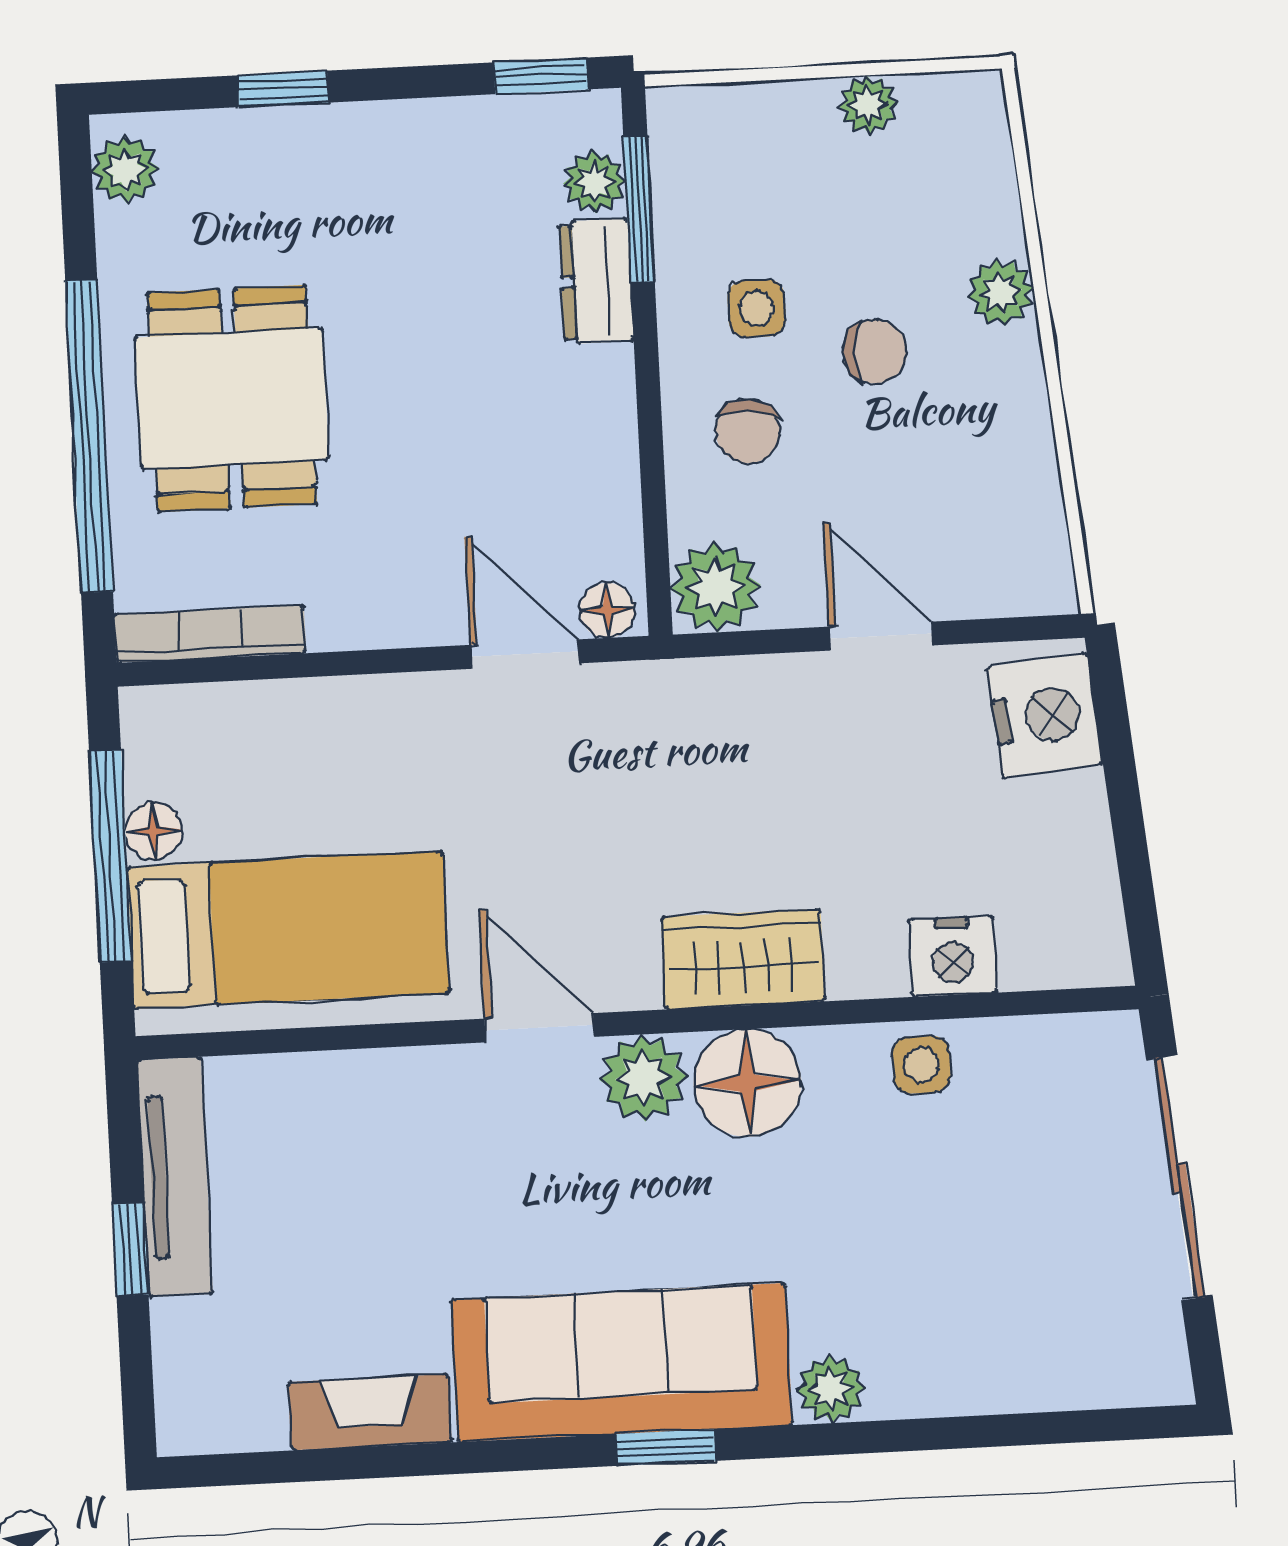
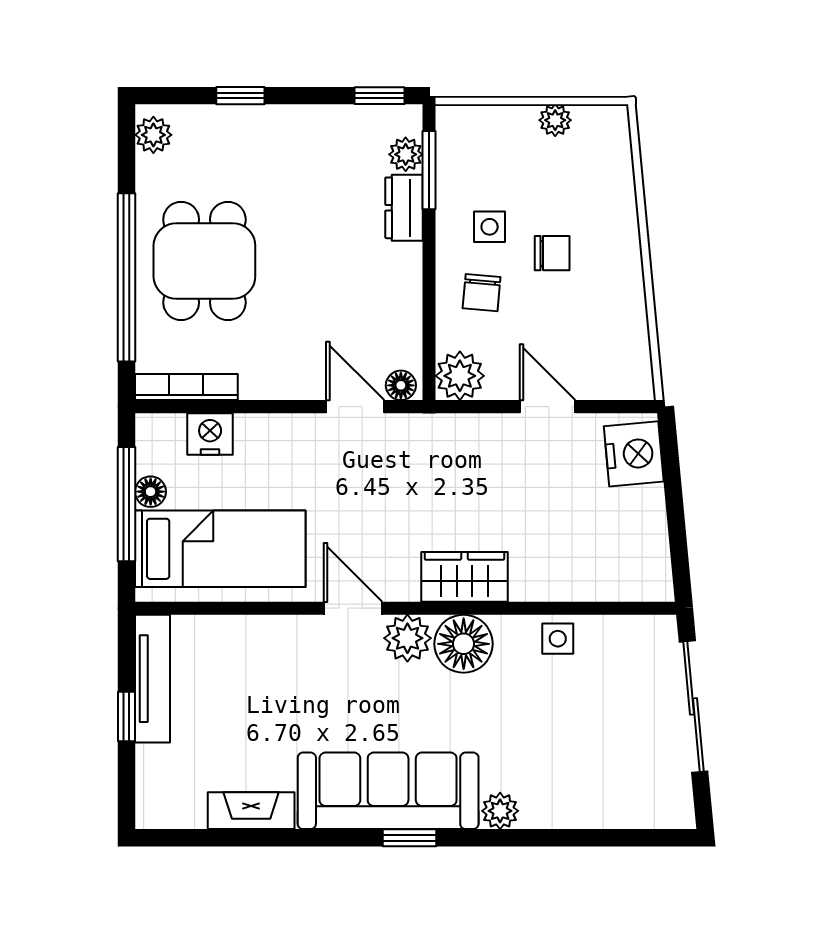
plant: (1001, 293) -> (621, 225), removed
nightstand: (953, 956) -> (210, 434), moved, turned 180

